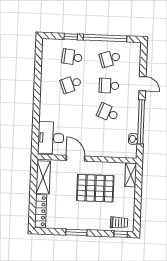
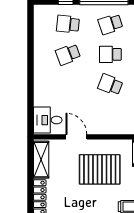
desk: (51, 138) -> (48, 120), width x0.73

